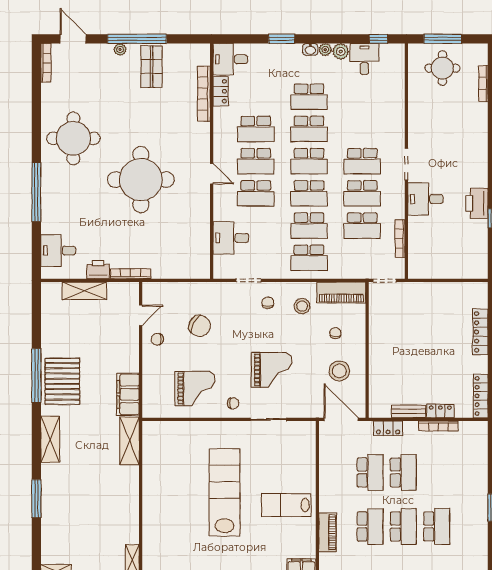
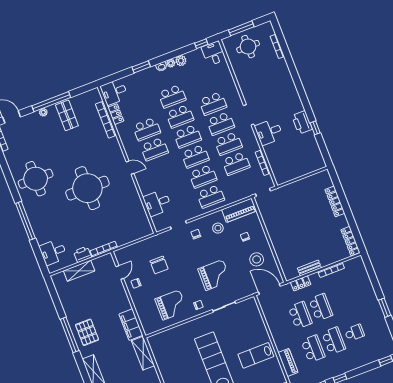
desk: (364, 59) -> (214, 53), moved
school desk: (256, 193) -> (213, 104), moved
chair: (200, 326) -> (159, 265), turned 62
pallet: (62, 381) -> (87, 332), width x0.73, depth x0.71
locker: (440, 411) -> (329, 260), removed
school desk: (437, 526) -> (354, 333), width x0.54

